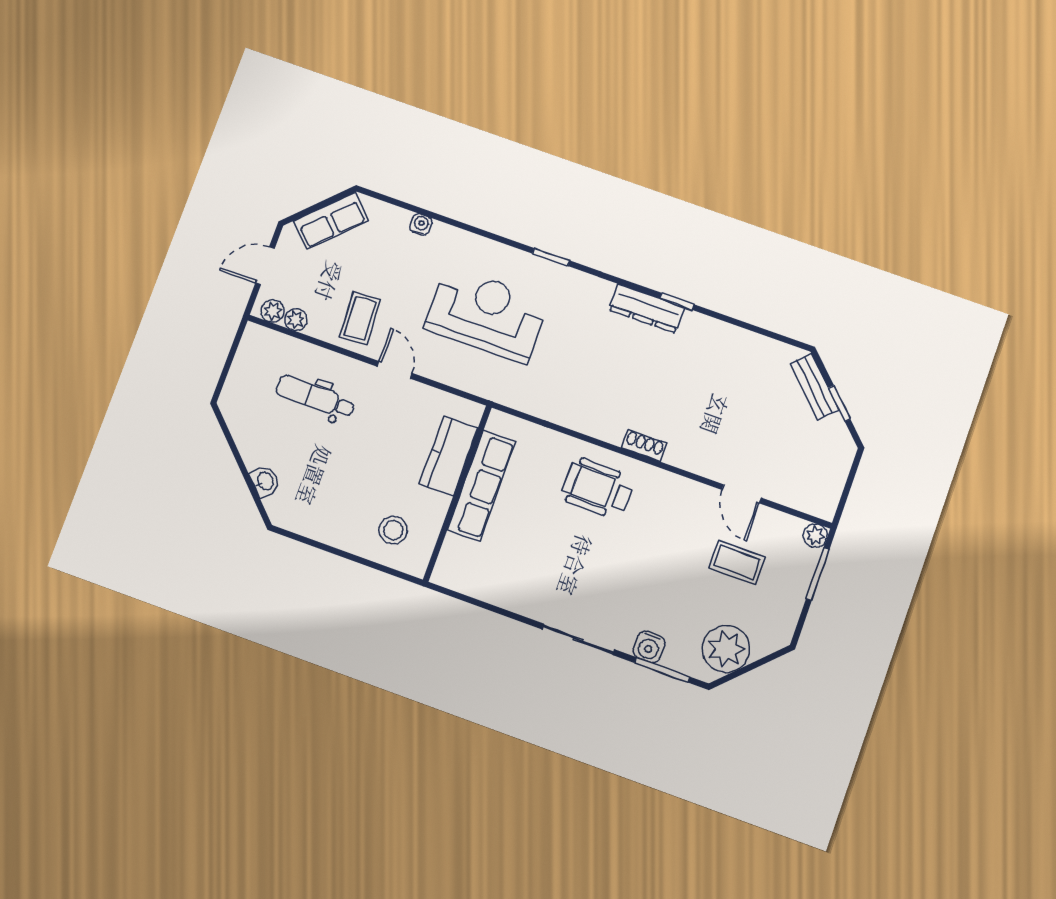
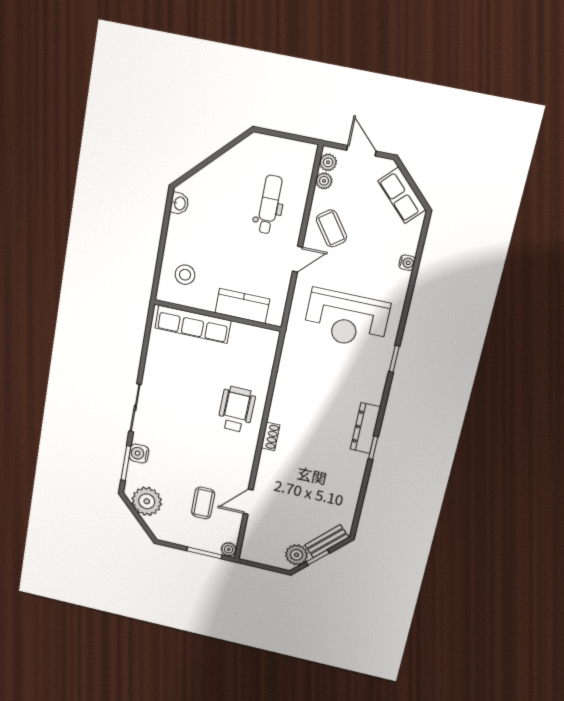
reception desk: (486, 314) -> (346, 319), turned 90
coffee table: (360, 318) -> (331, 228), turned 57
plant: (833, 434) -> (297, 555), added
washbasin: (265, 481) -> (179, 203), moved, turned -45
row of seats: (482, 486) -> (193, 324), moved

